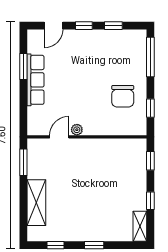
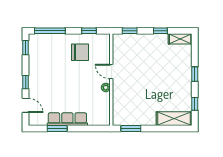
window: (113, 26) -> (26, 48), moved
door: (59, 137) -> (111, 72), moved
shelving: (36, 203) -> (174, 119), moved

